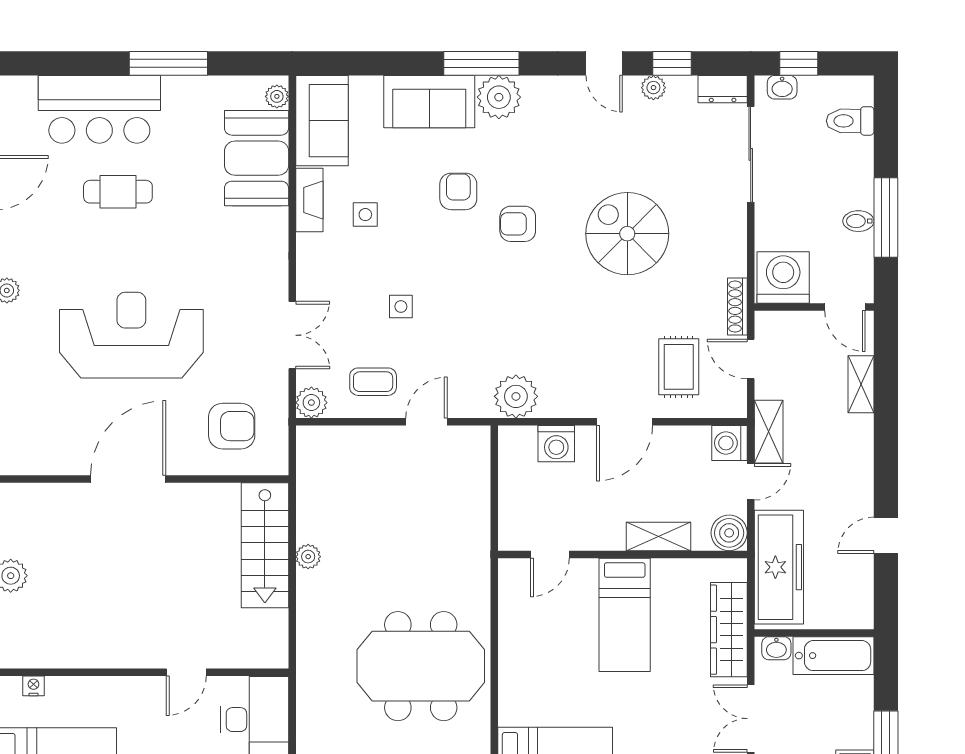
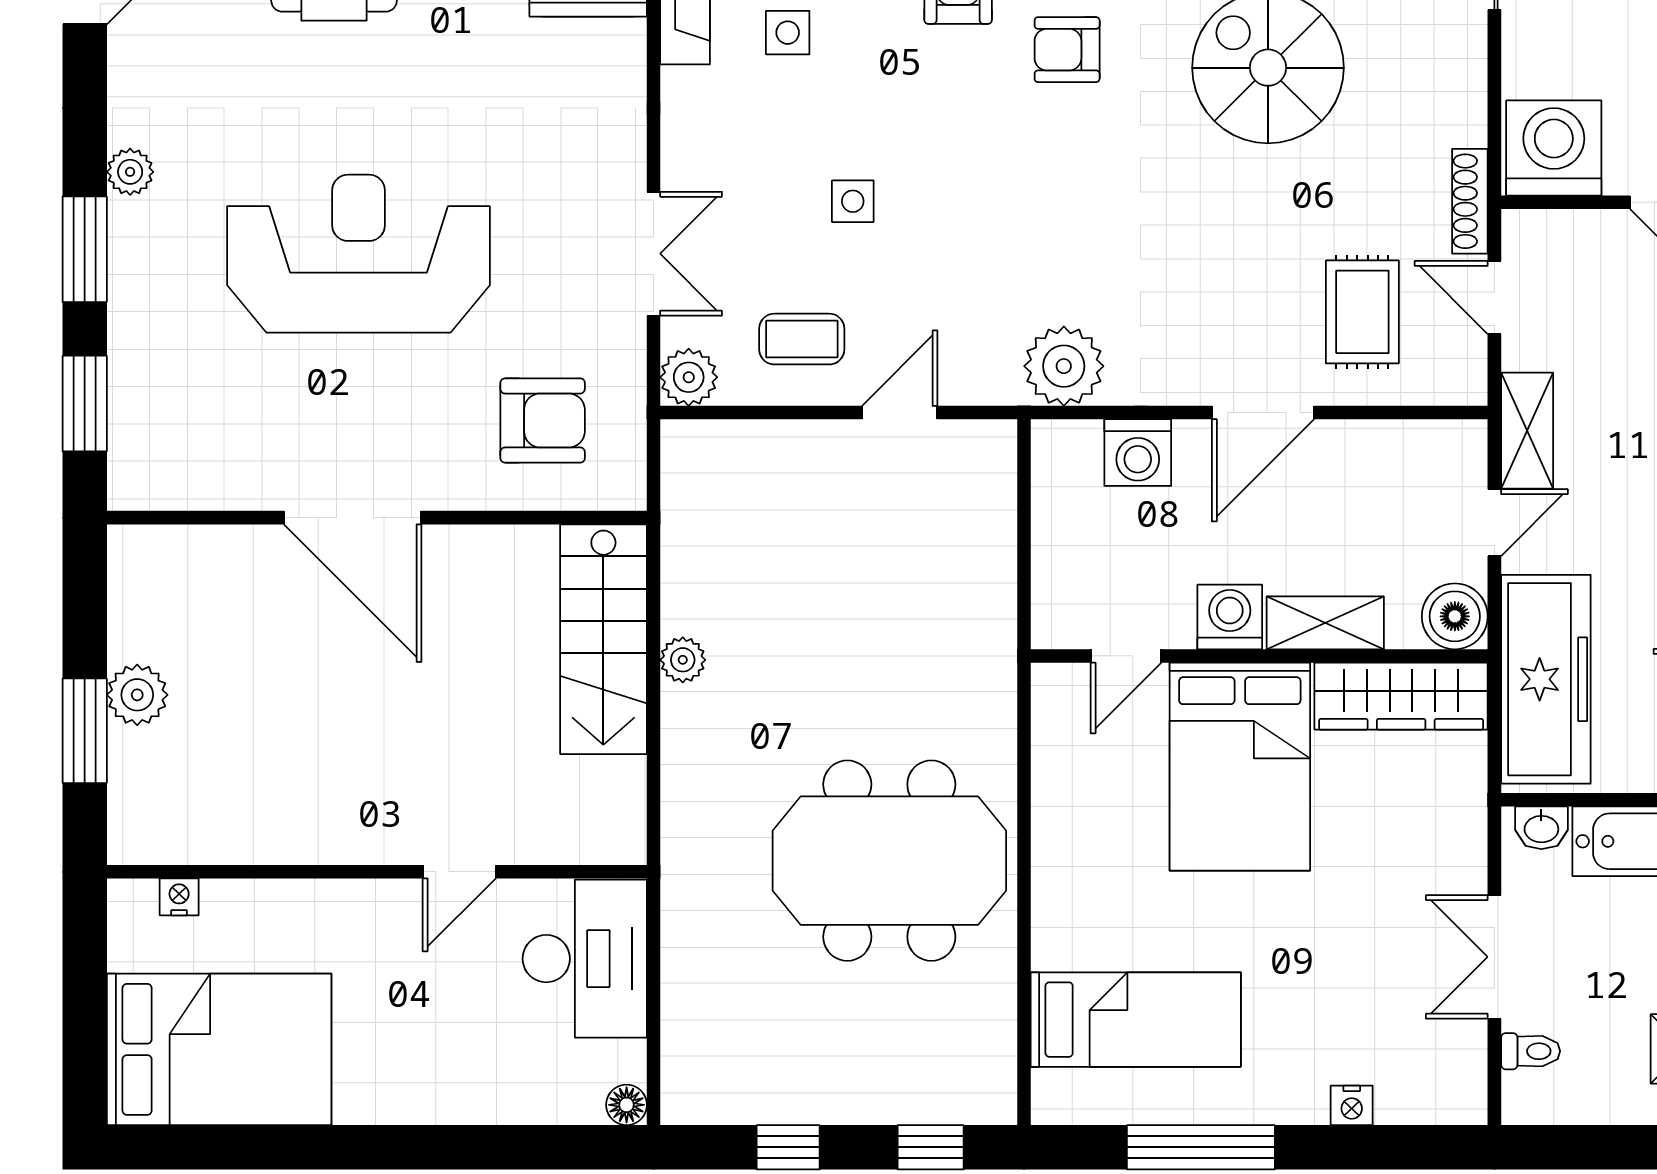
washing machine: (729, 443) -> (1230, 617), moved, turned 90
door: (128, 479) -> (353, 518), swing flipped
bed: (625, 615) -> (1240, 767), width x1.50
wardrobe: (729, 630) -> (1401, 696), moved, turned -90

